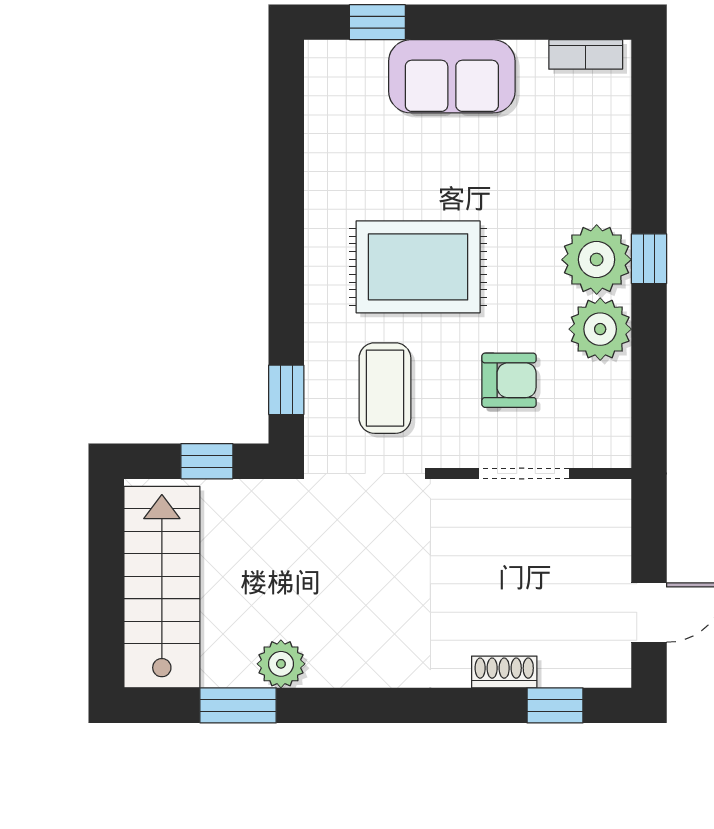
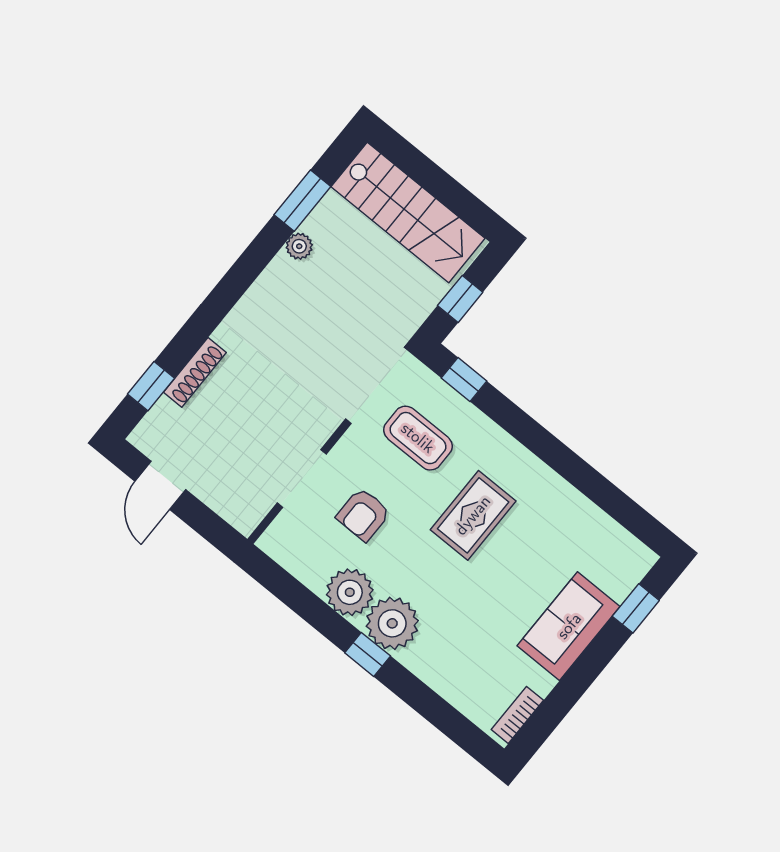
rug: (418, 267) -> (473, 515), width x0.73, depth x0.70
plant: (281, 664) -> (299, 246), width x0.73, depth x0.73
shoe rack: (504, 672) -> (195, 372), width x1.43

